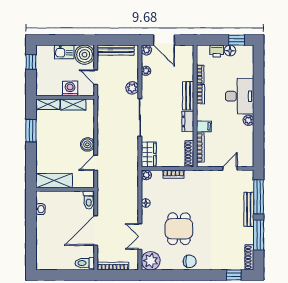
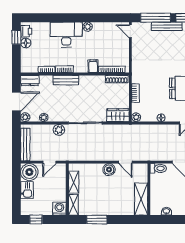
printer: (217, 51) -> (26, 31), moved
washing machine: (70, 89) -> (59, 209), moved, turned 90
dresser: (188, 121) -> (30, 80), moved
door: (230, 169) -> (130, 31), moved

